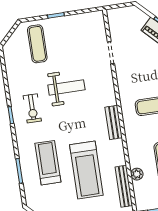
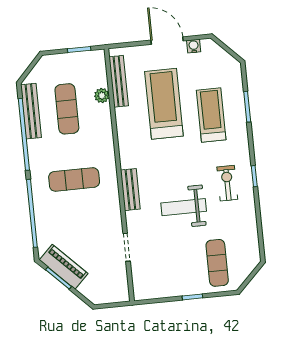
bench: (114, 122) -> (130, 190), moved
treadmill: (48, 163) -> (211, 115), turned 180

